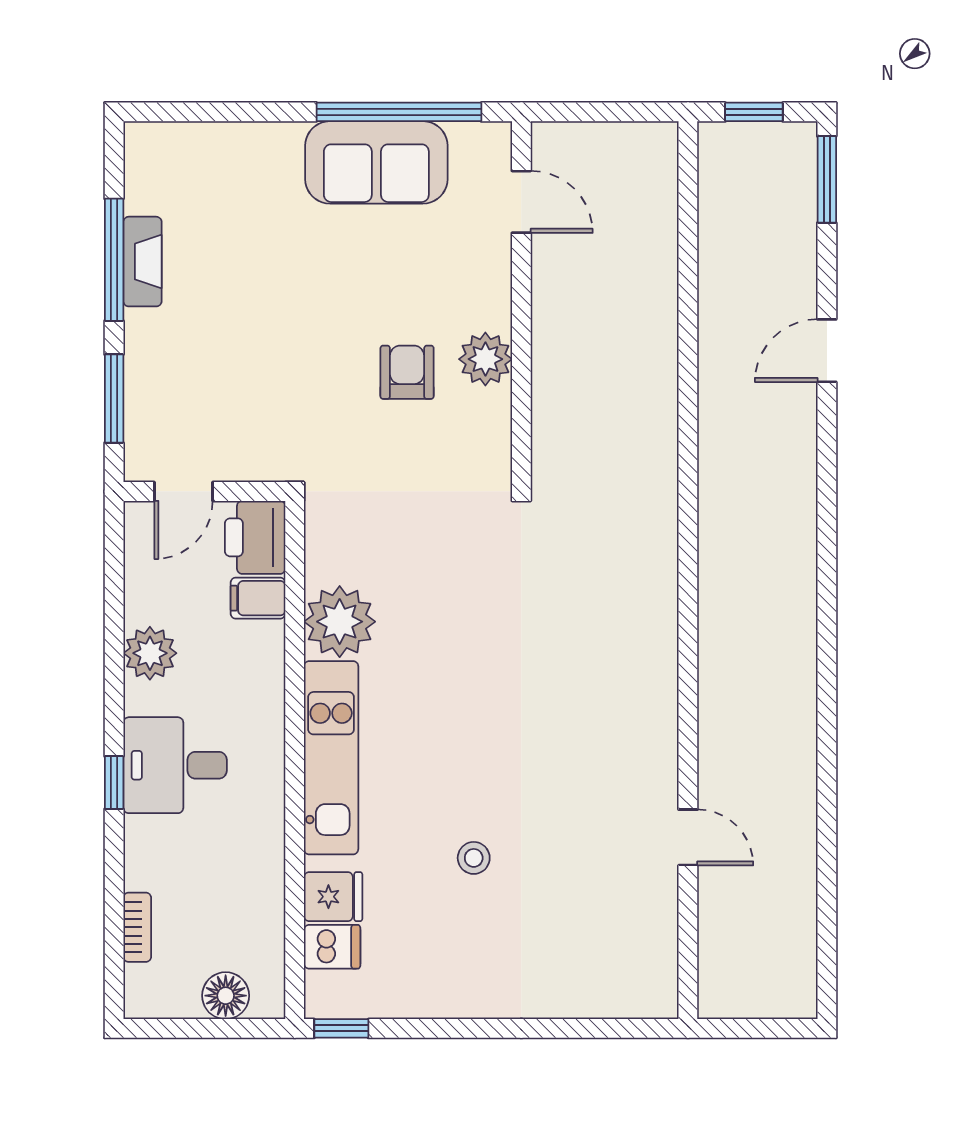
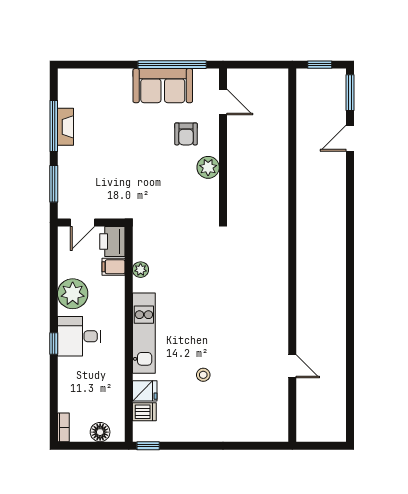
door: (827, 351) -> (350, 138), moved
armchair: (407, 372) -> (186, 134), moved, turned 180
plant: (340, 622) -> (141, 270), width x0.53, depth x0.53
plant: (150, 653) -> (73, 294), width x1.36, depth x1.36
bookcase: (137, 927) -> (63, 427), moved

